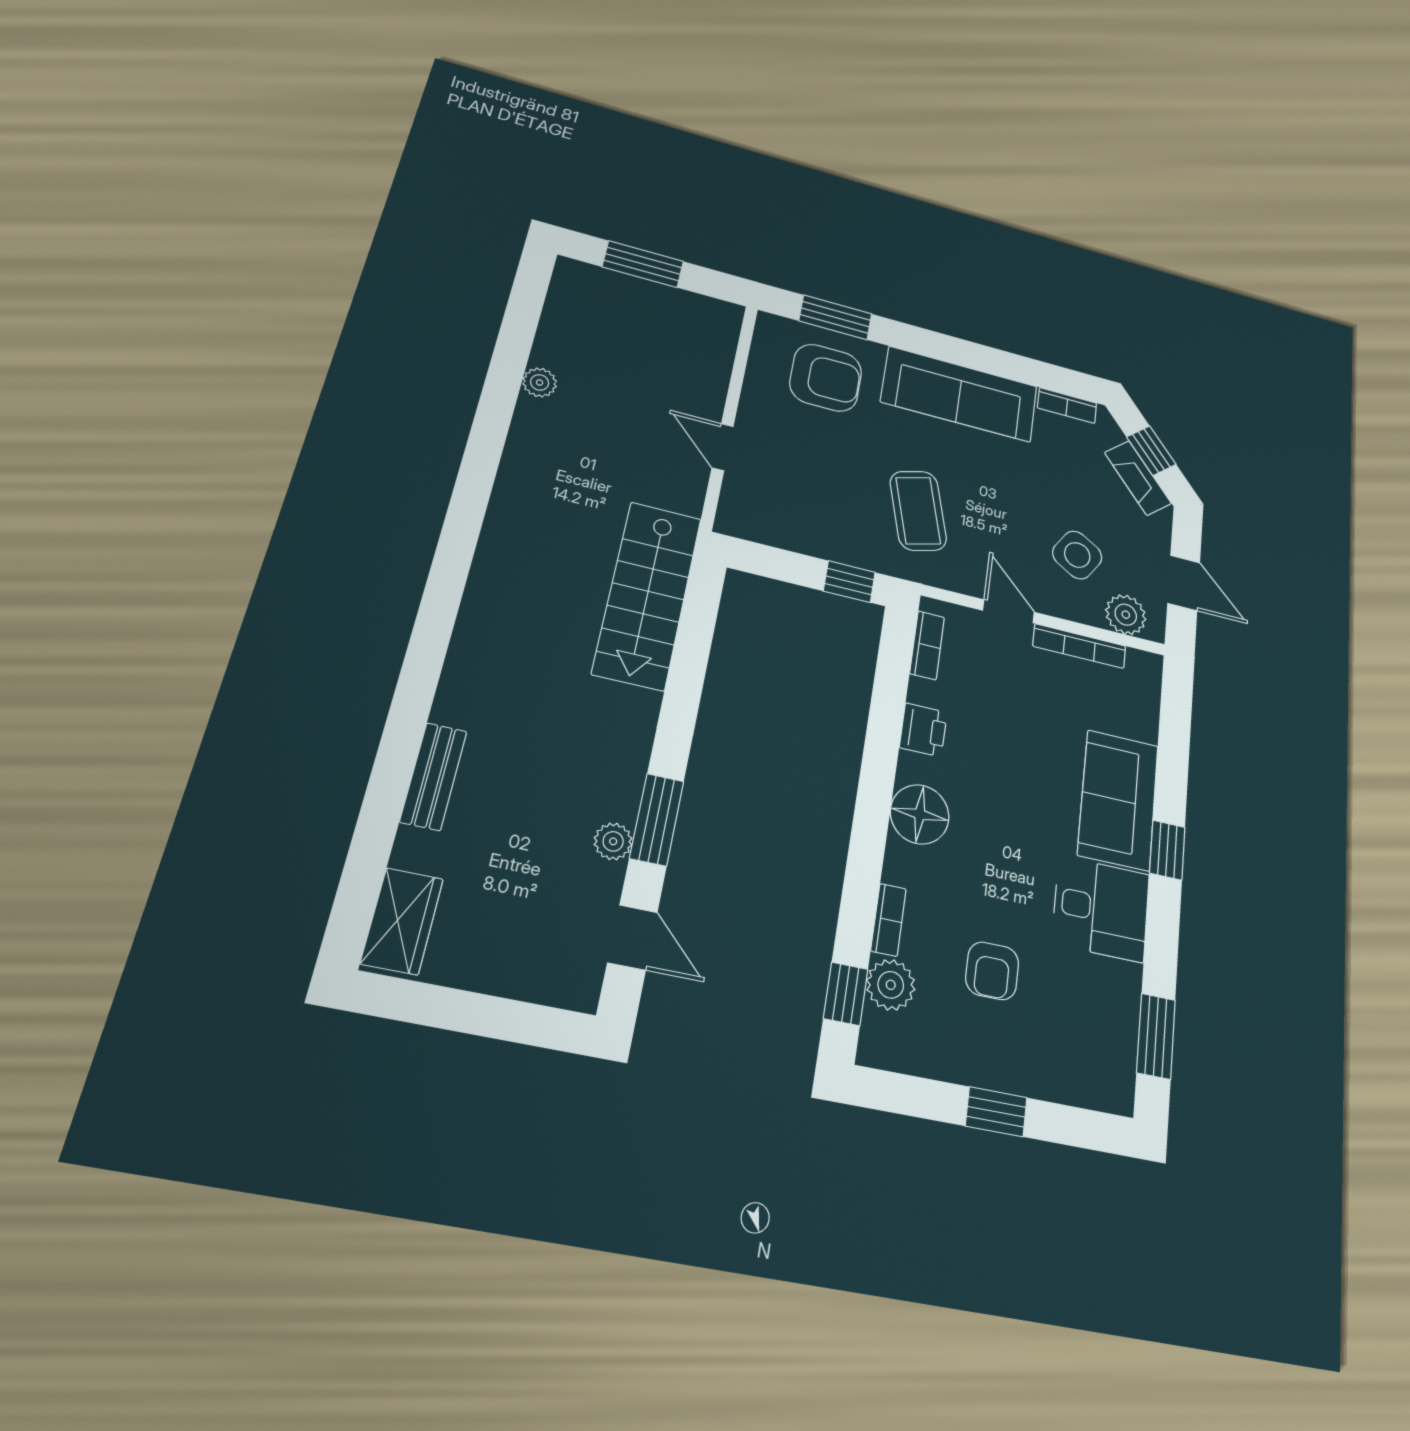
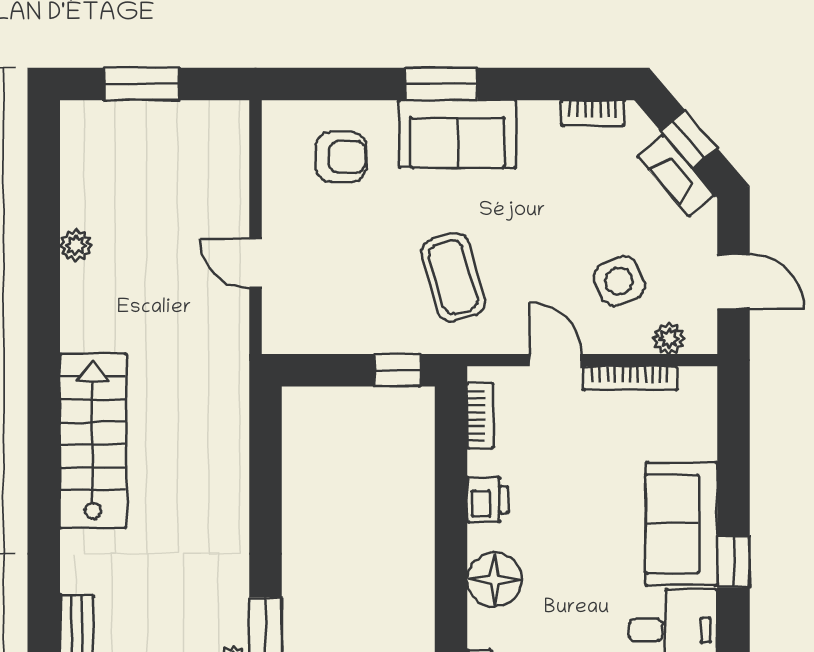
window: (835, 317) -> (441, 84), moved
armchair: (826, 378) -> (341, 157), width x0.72, depth x0.72
sofa: (960, 394) -> (457, 134), width x0.73
side table: (1077, 555) -> (619, 281), turned 35
stairs: (647, 595) -> (93, 441), moved, turned 180
plant: (1126, 615) -> (669, 339), width x0.73, depth x0.73

